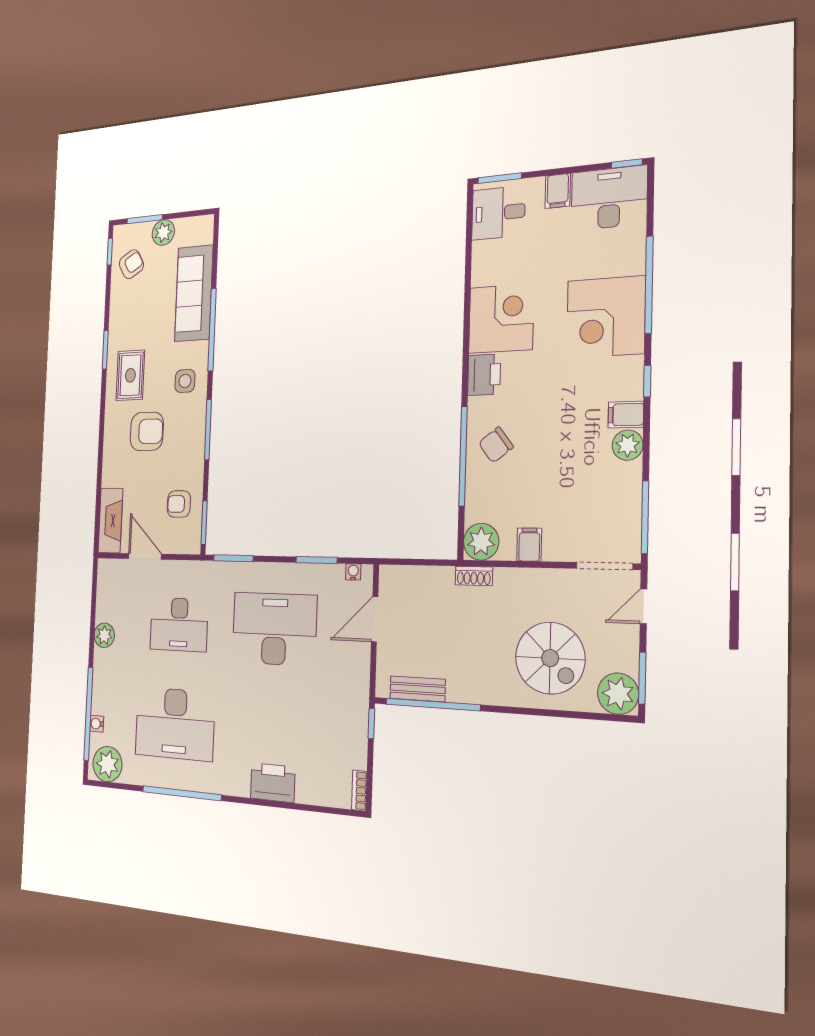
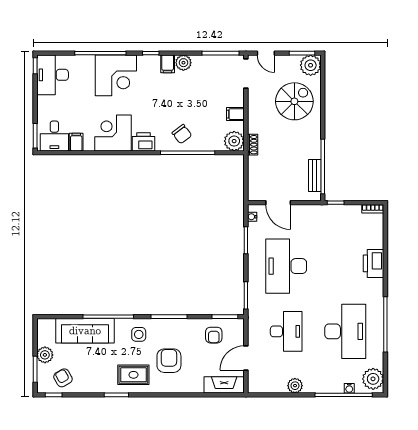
filing cabinet: (558, 191) -> (76, 142), moved, turned -90

